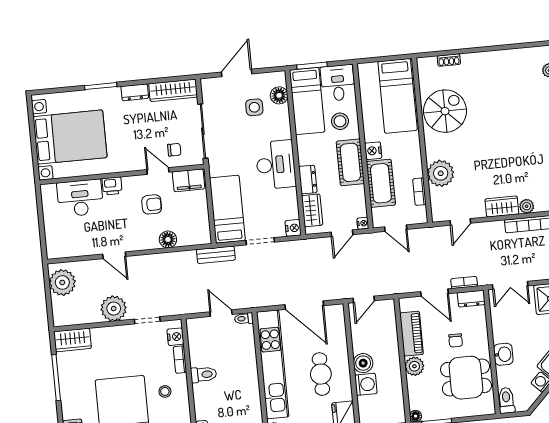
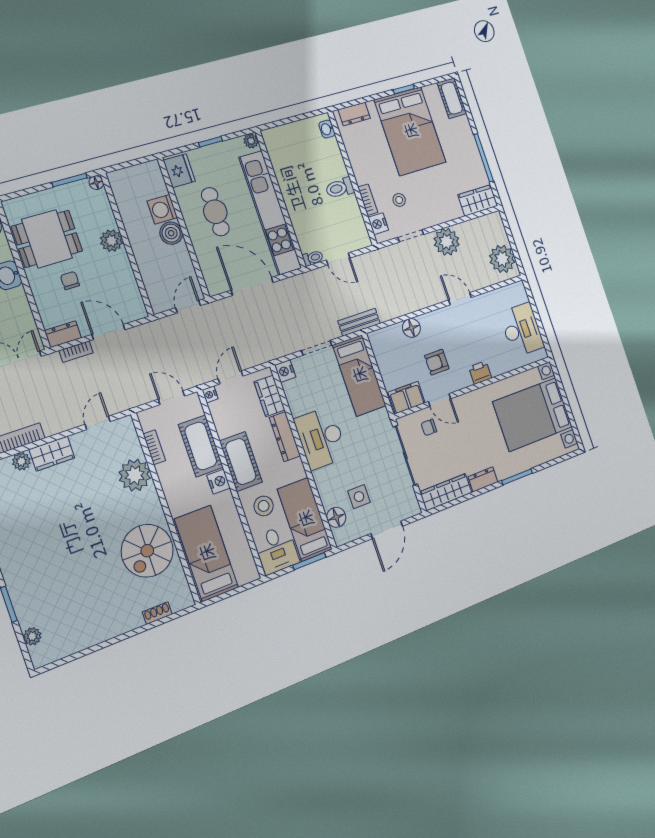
dresser: (308, 180) -> (285, 437), width x1.44
desk: (80, 198) -> (522, 330), moved, turned -90
piano: (412, 334) -> (124, 278), removed
stool: (165, 391) -> (399, 200), moved

